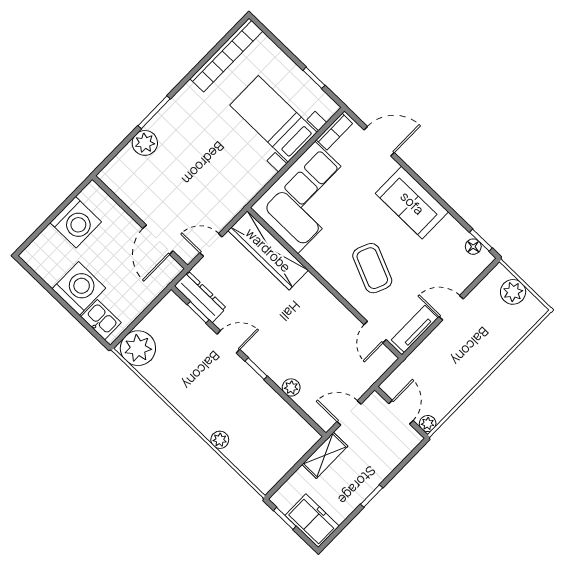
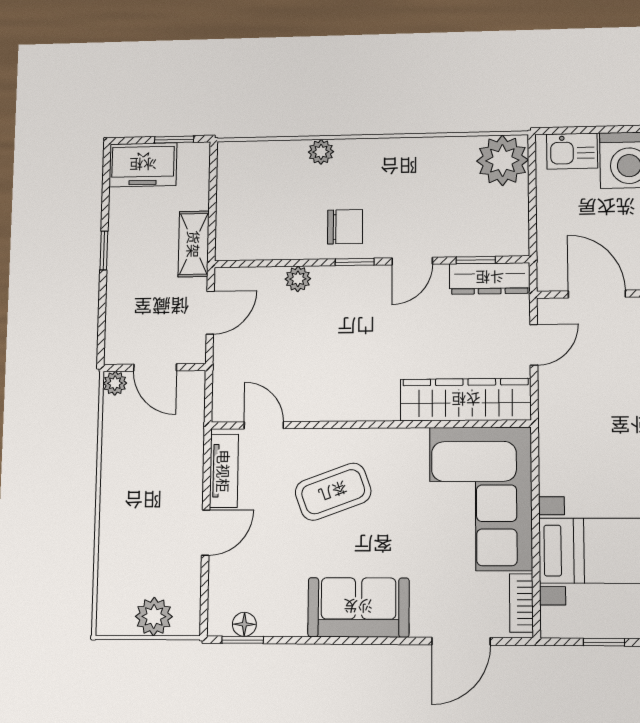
coffee table: (372, 268) -> (333, 492), turned -43
chair: (244, 391) -> (345, 227), added

